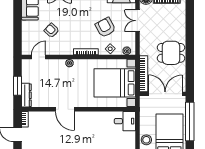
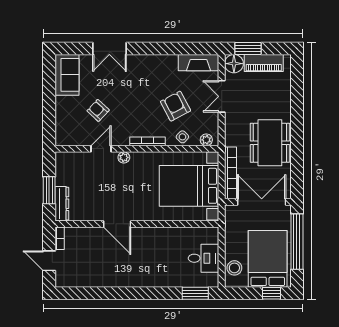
dining table: (171, 53) -> (270, 143), width x1.38
door: (39, 57) -> (101, 149), moved
desk: (125, 121) -> (204, 258), moved

